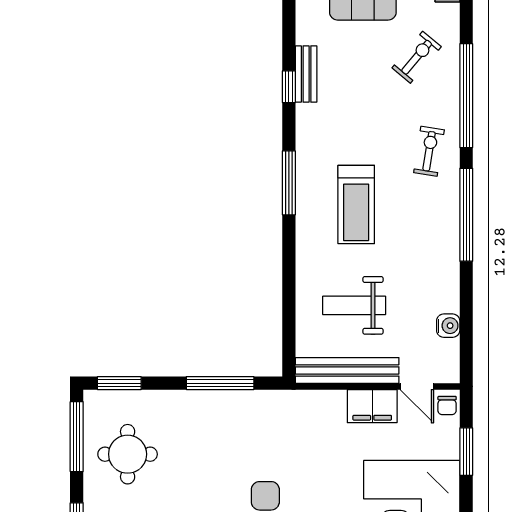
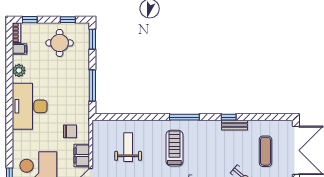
treadmill: (356, 204) -> (174, 148), turned 90
bench: (347, 370) -> (98, 144), removed
chair: (320, 432) -> (70, 131), added
window: (77, 437) -> (68, 20), width x0.46

